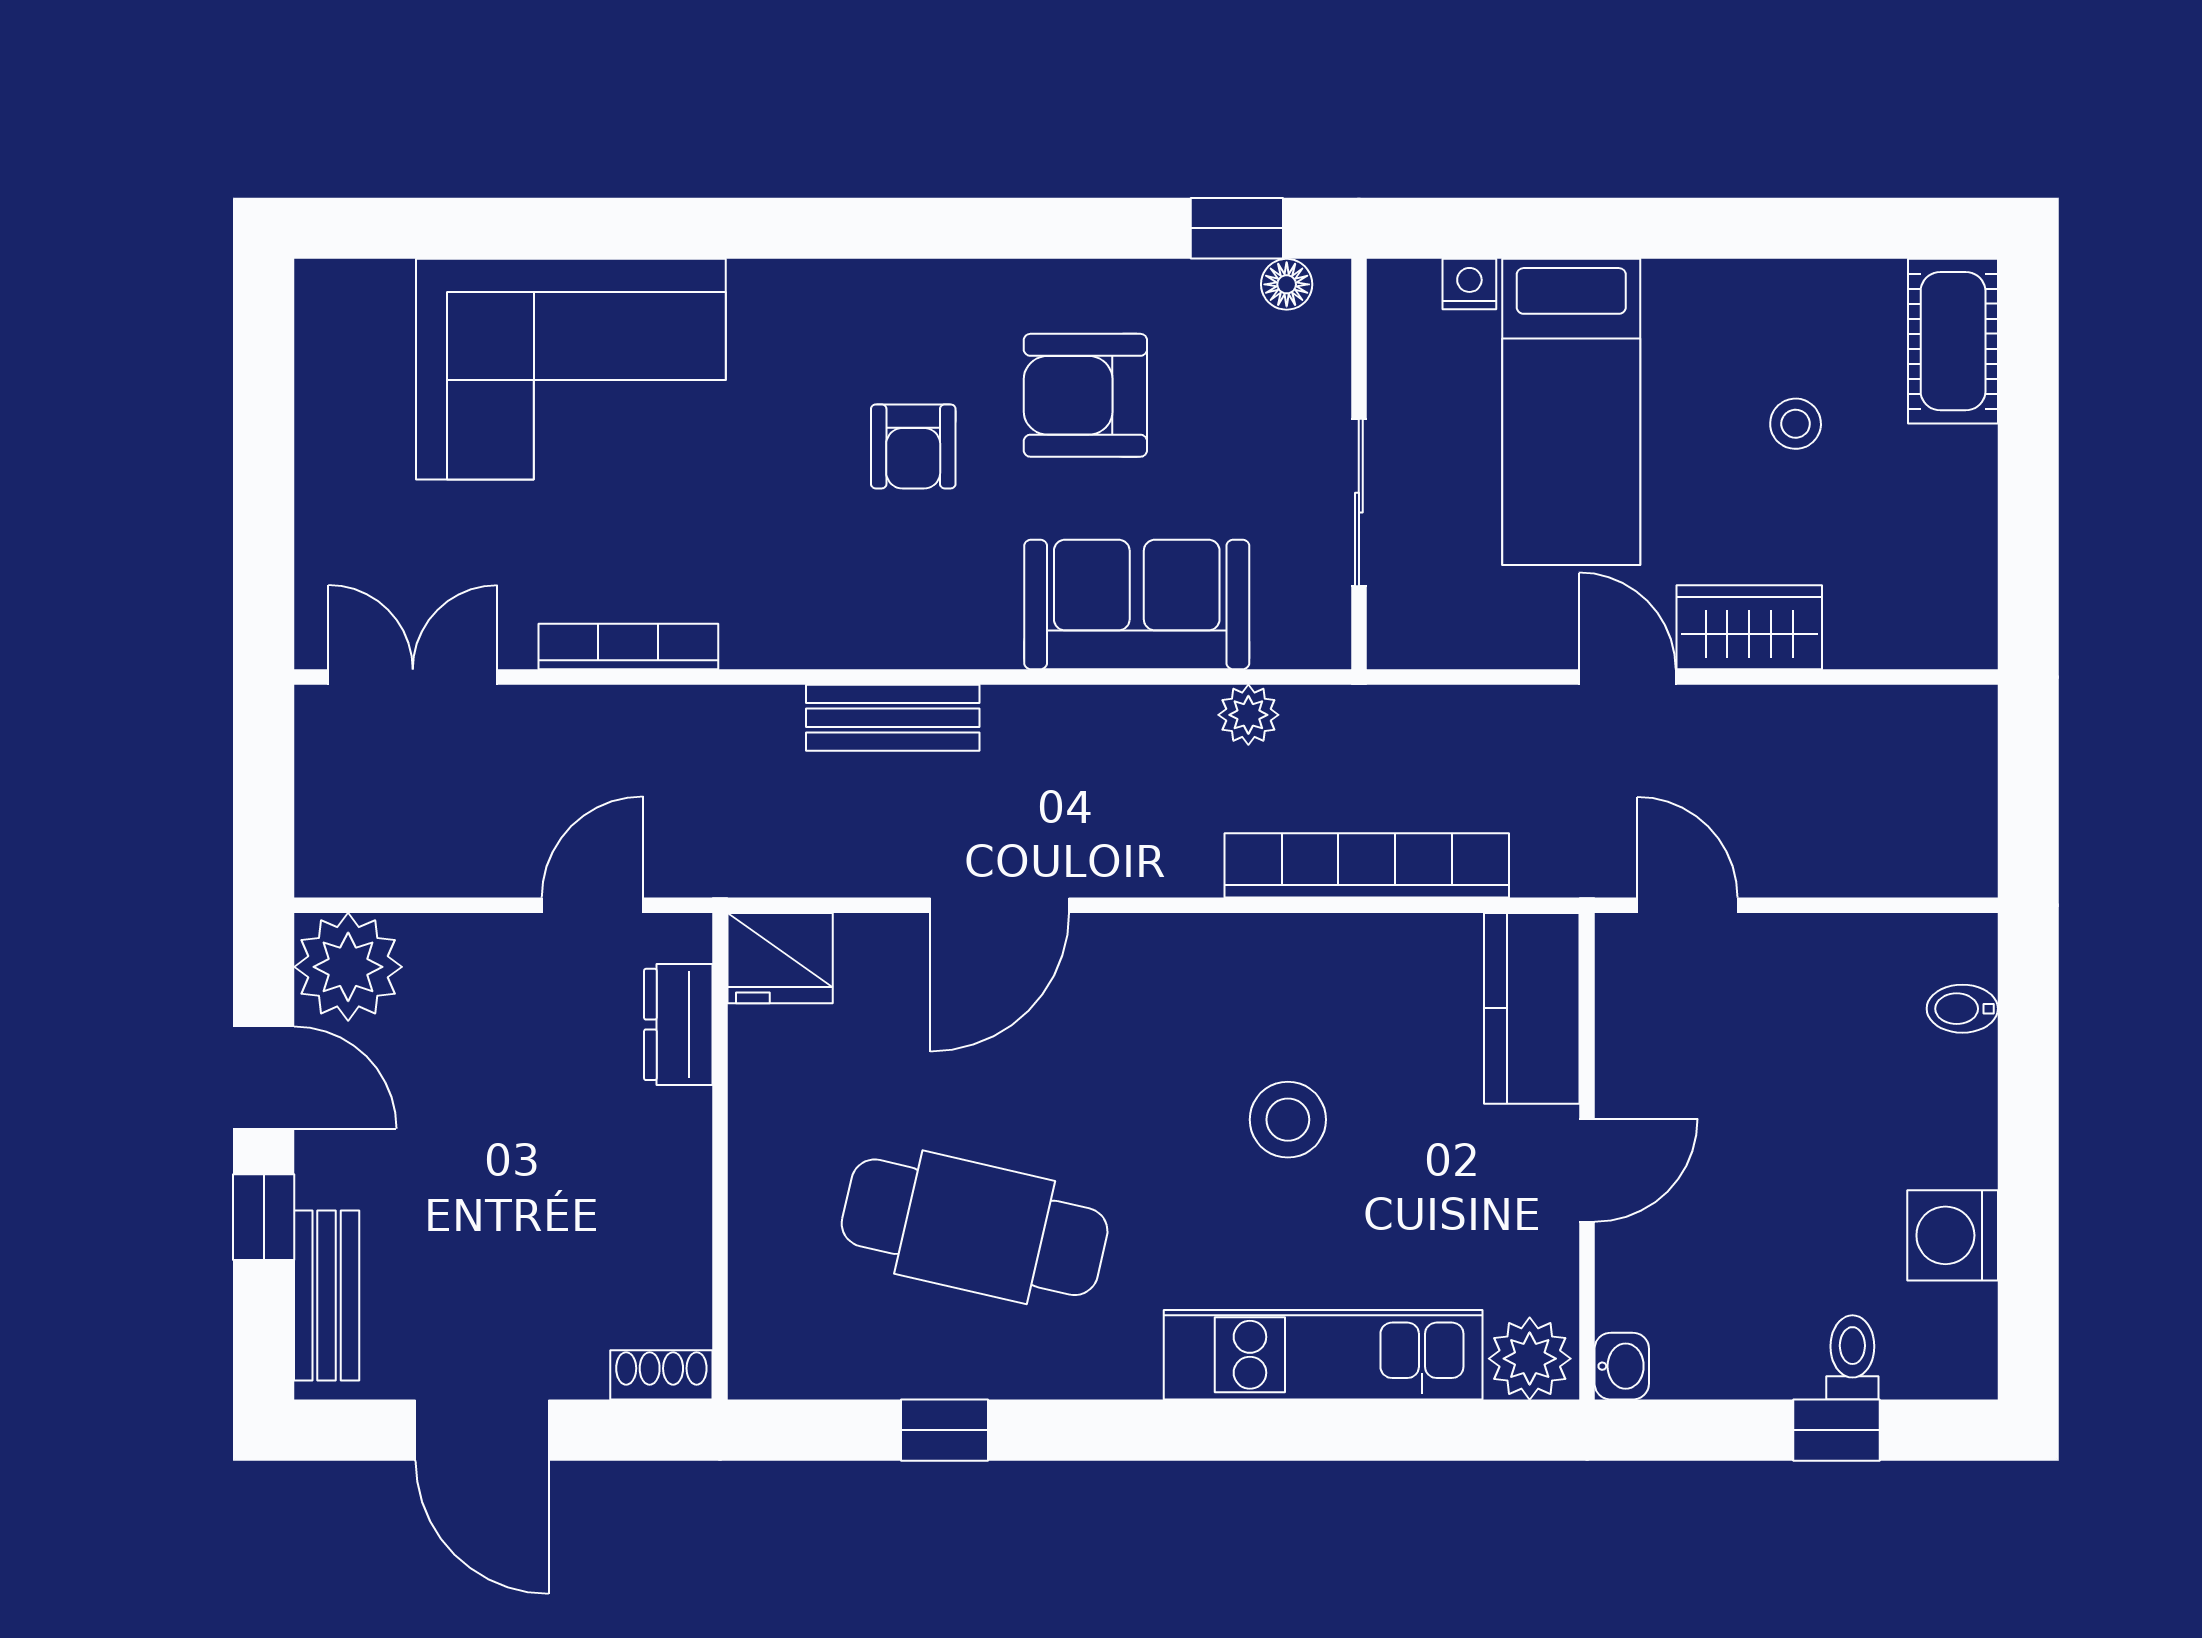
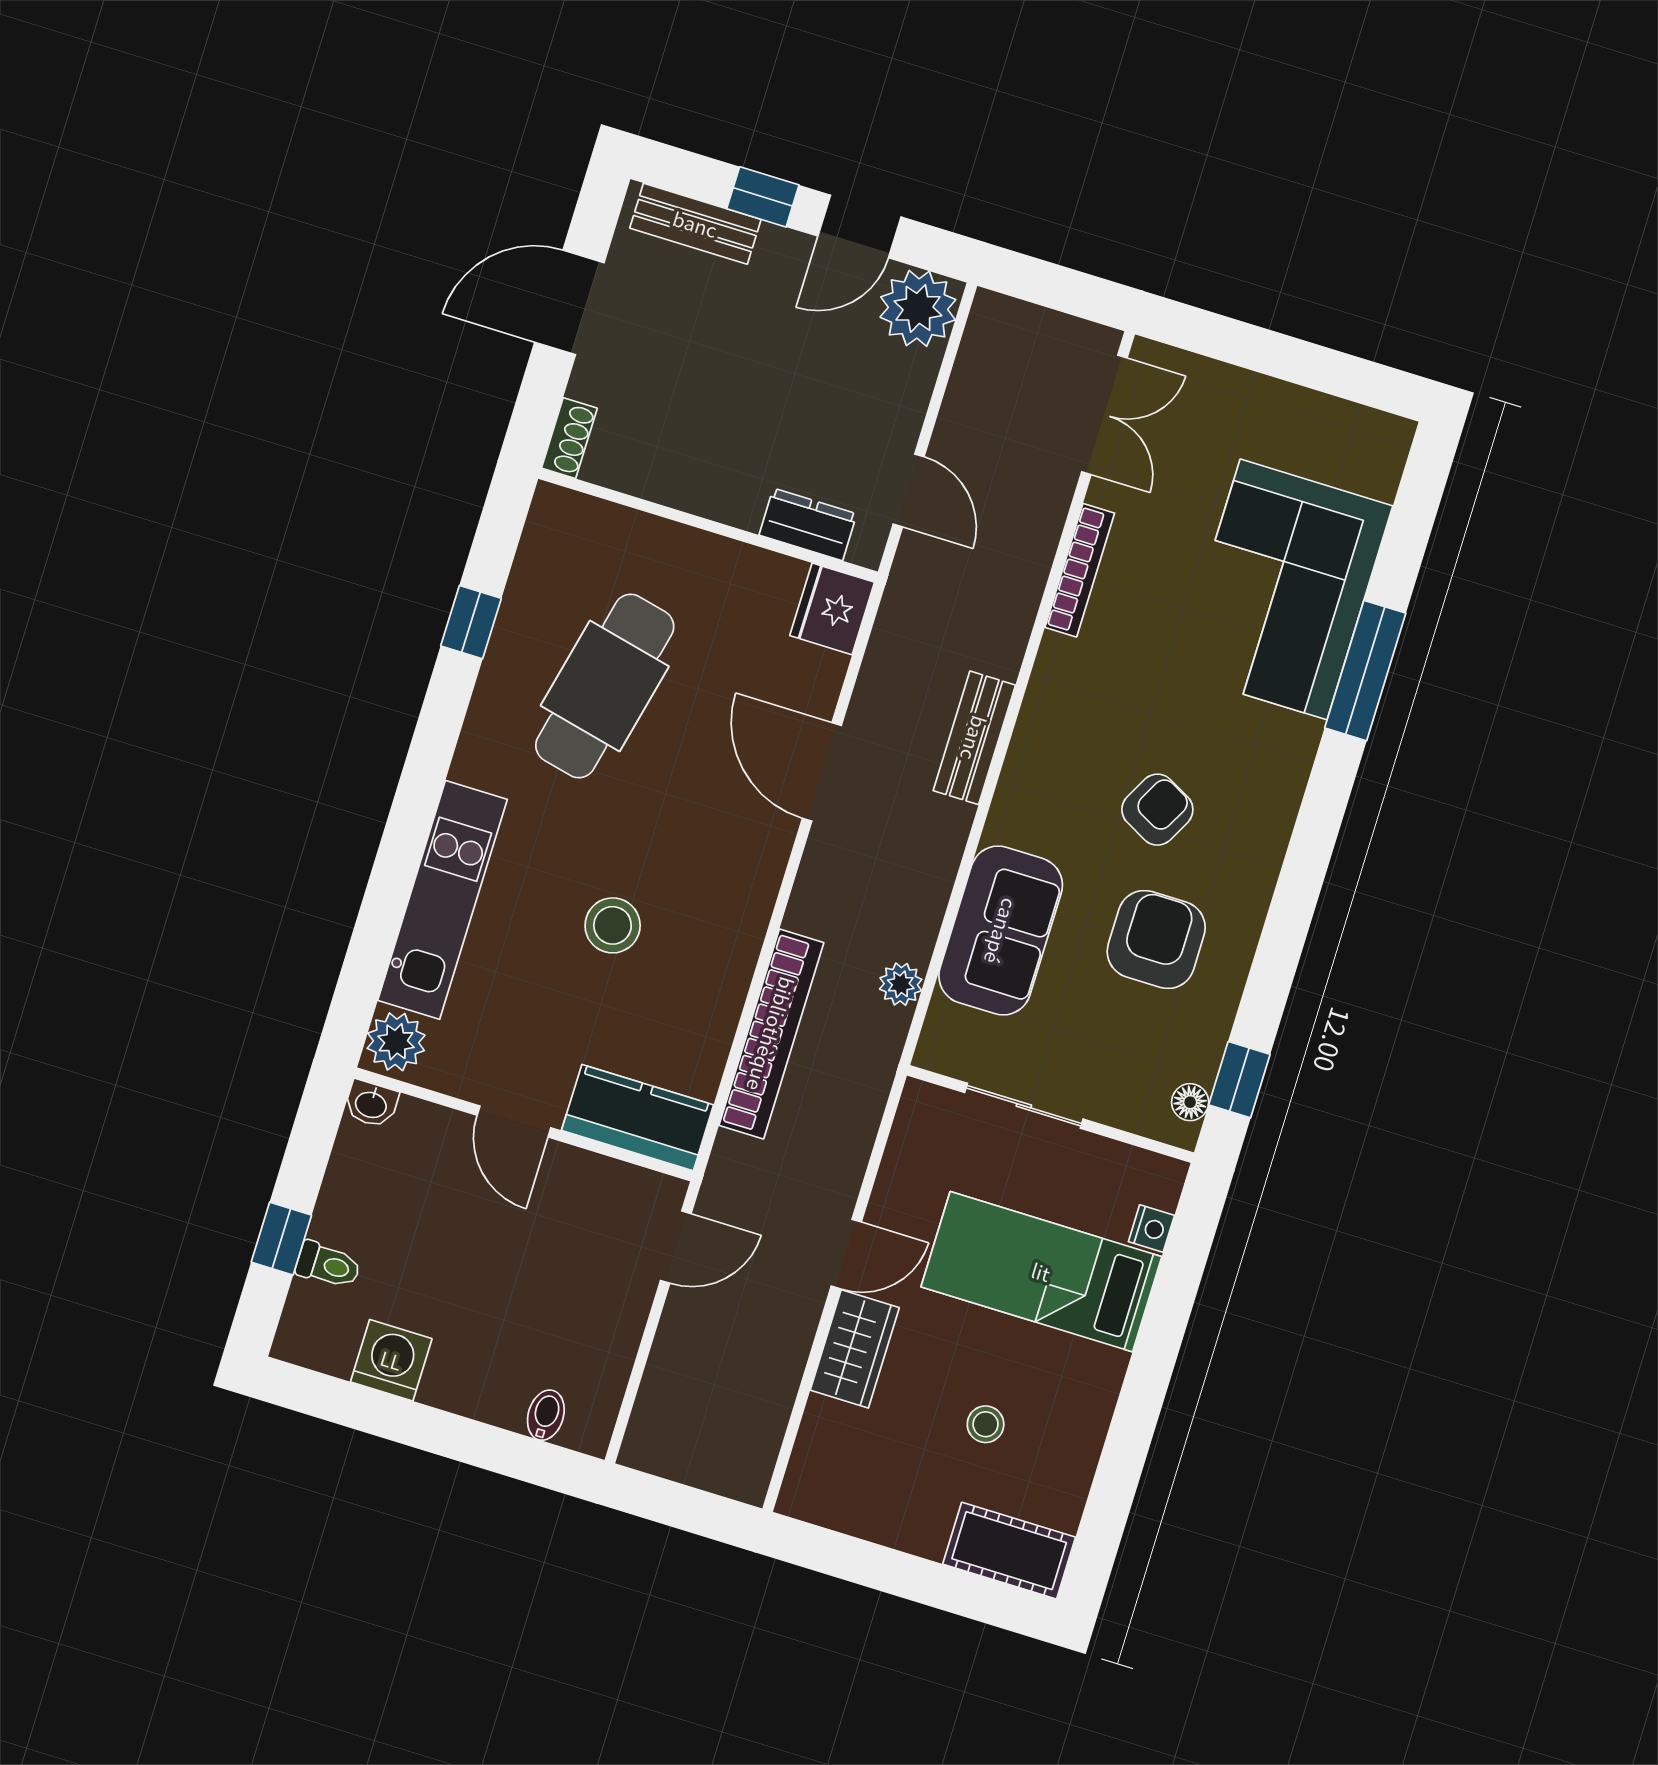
window: (645, 228) -> (1365, 671), added
armchair: (913, 446) -> (1157, 810), turned 118

